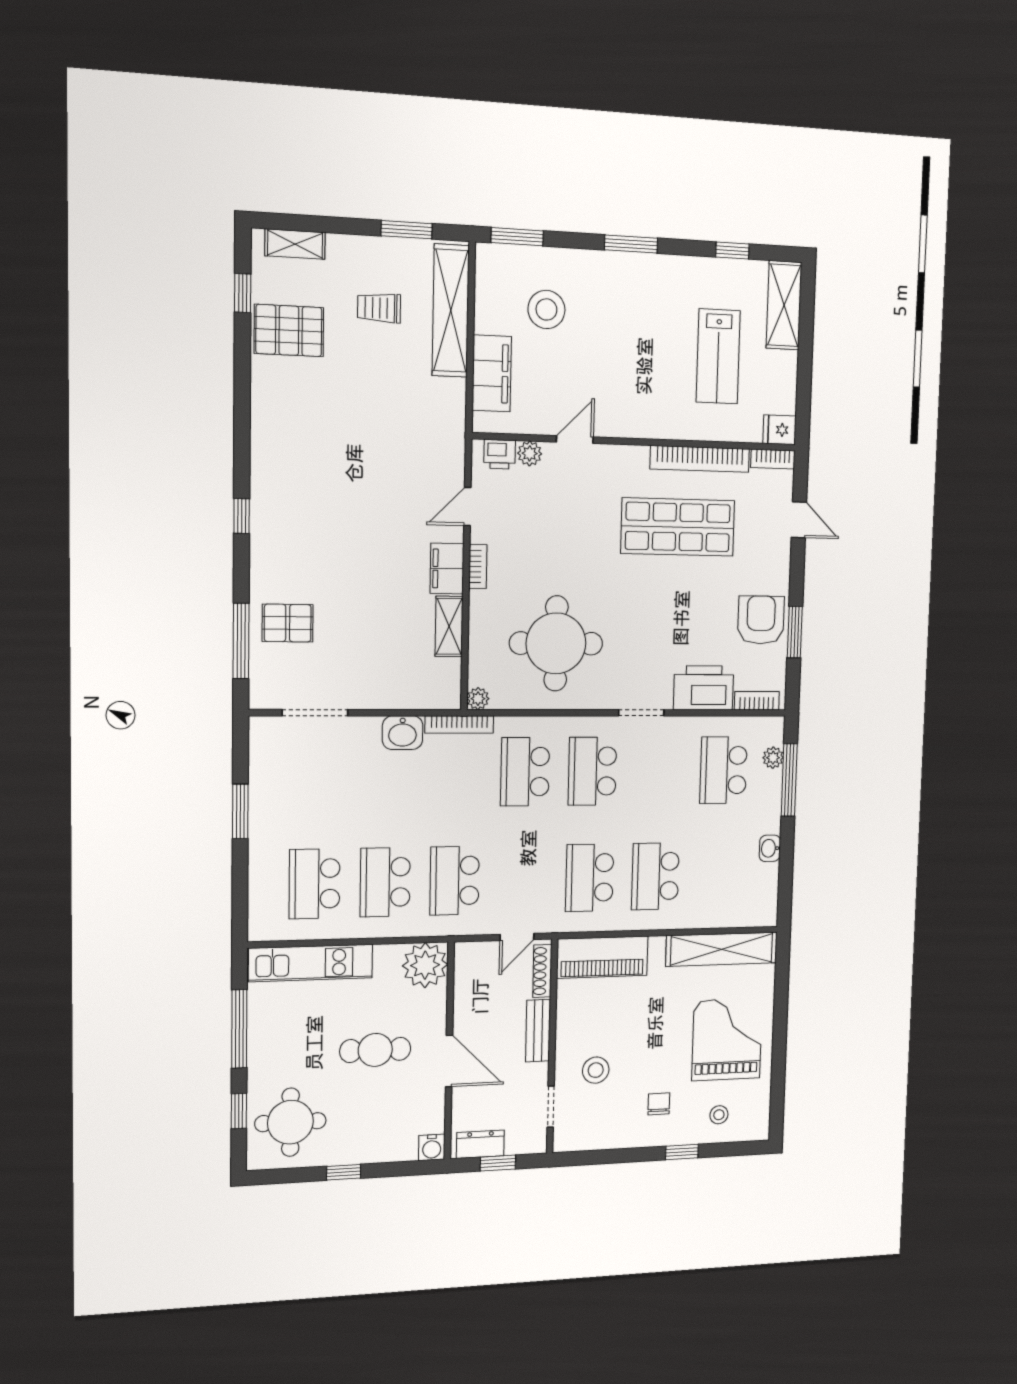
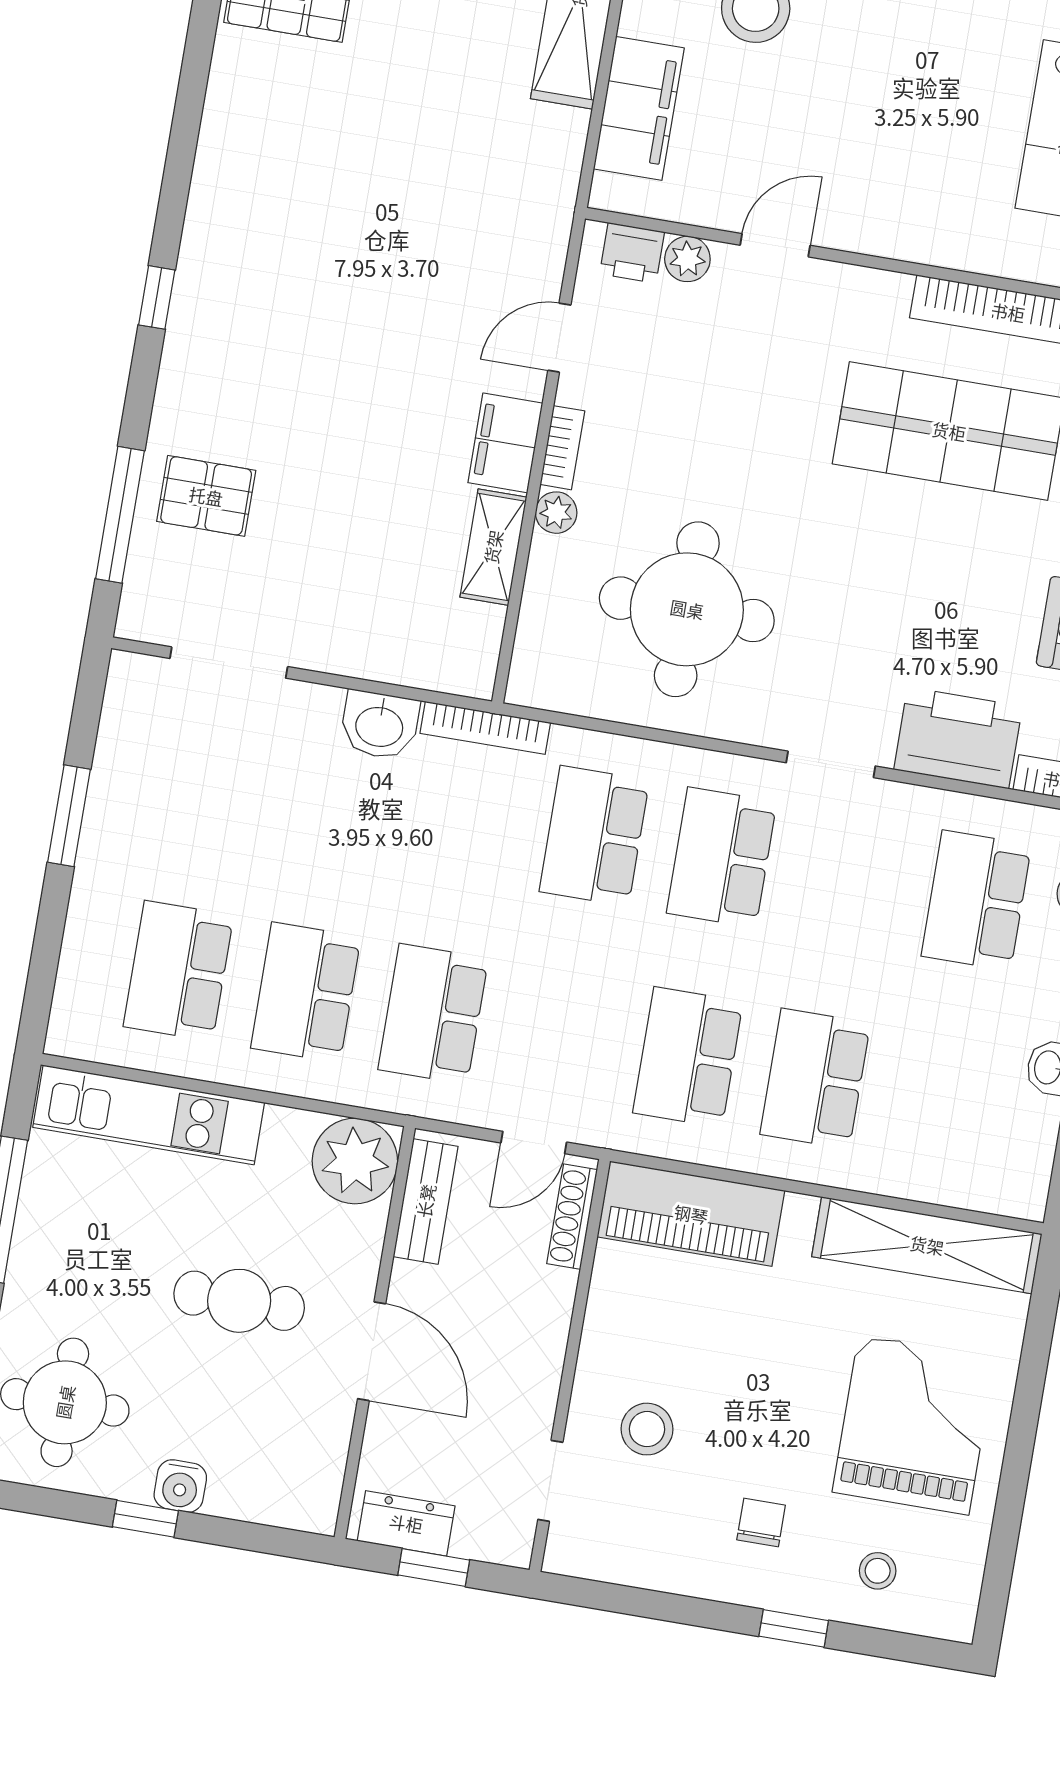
plant: (478, 699) -> (556, 513), moved
bench: (538, 1031) -> (426, 1201), moved
water cooler: (432, 1147) -> (180, 1486), moved

